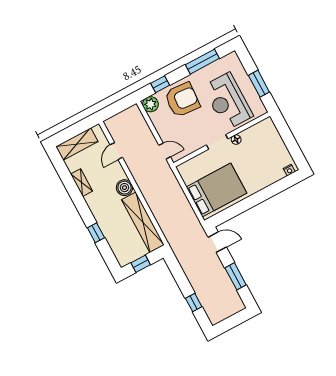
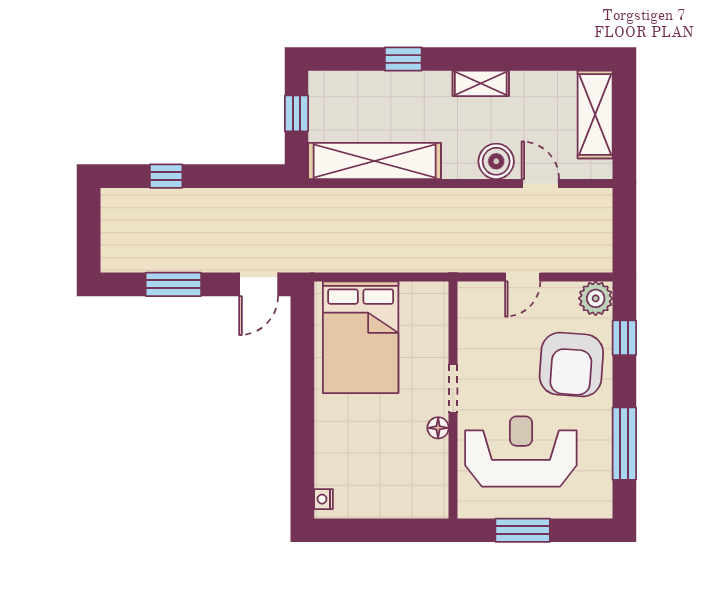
door: (165, 151) -> (523, 277), moved
shelving: (82, 183) -> (481, 83), moved
boiler: (124, 188) -> (496, 161), moved

